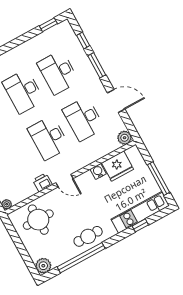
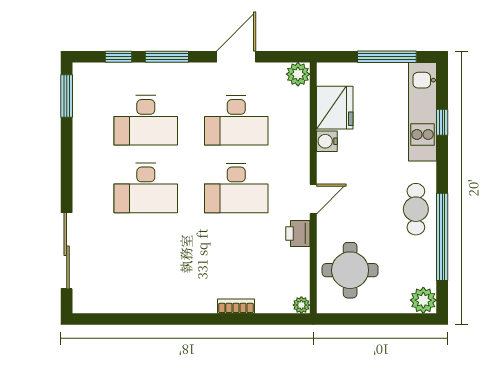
window: (48, 25) -> (67, 96), width x1.50

